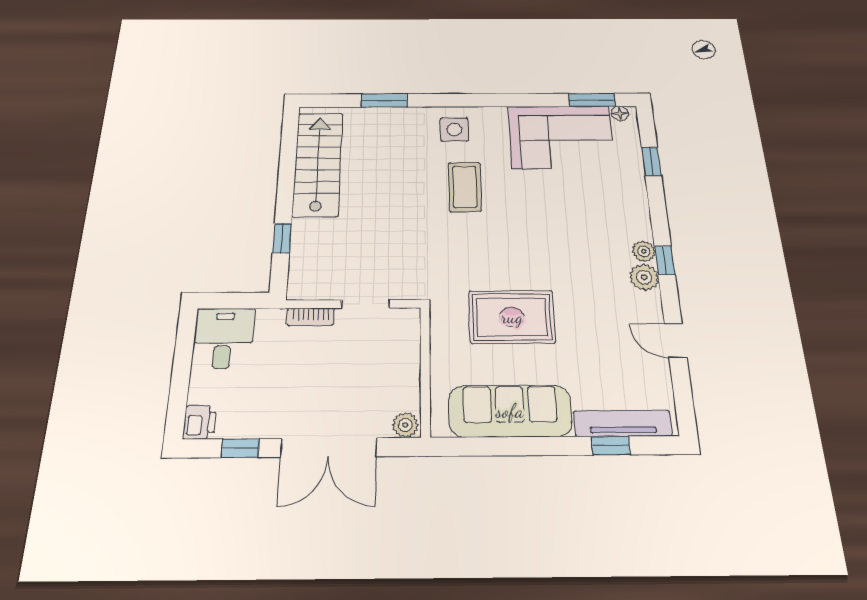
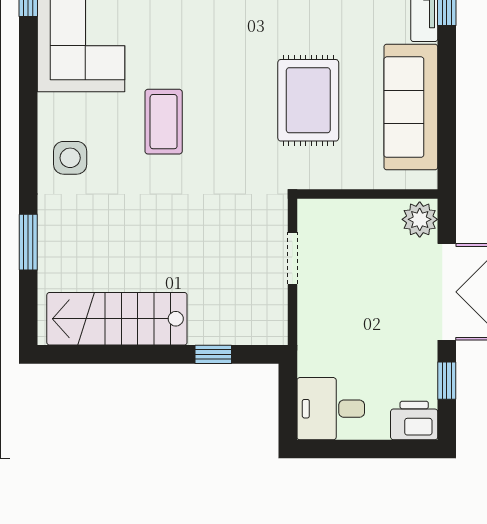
coffee table: (465, 187) -> (164, 122), moved, turned 90
bookcase: (311, 317) -> (307, 317), removed
printer: (200, 422) -> (414, 420), width x1.36, depth x1.24
plant: (405, 425) -> (420, 219), width x1.38, depth x1.38

